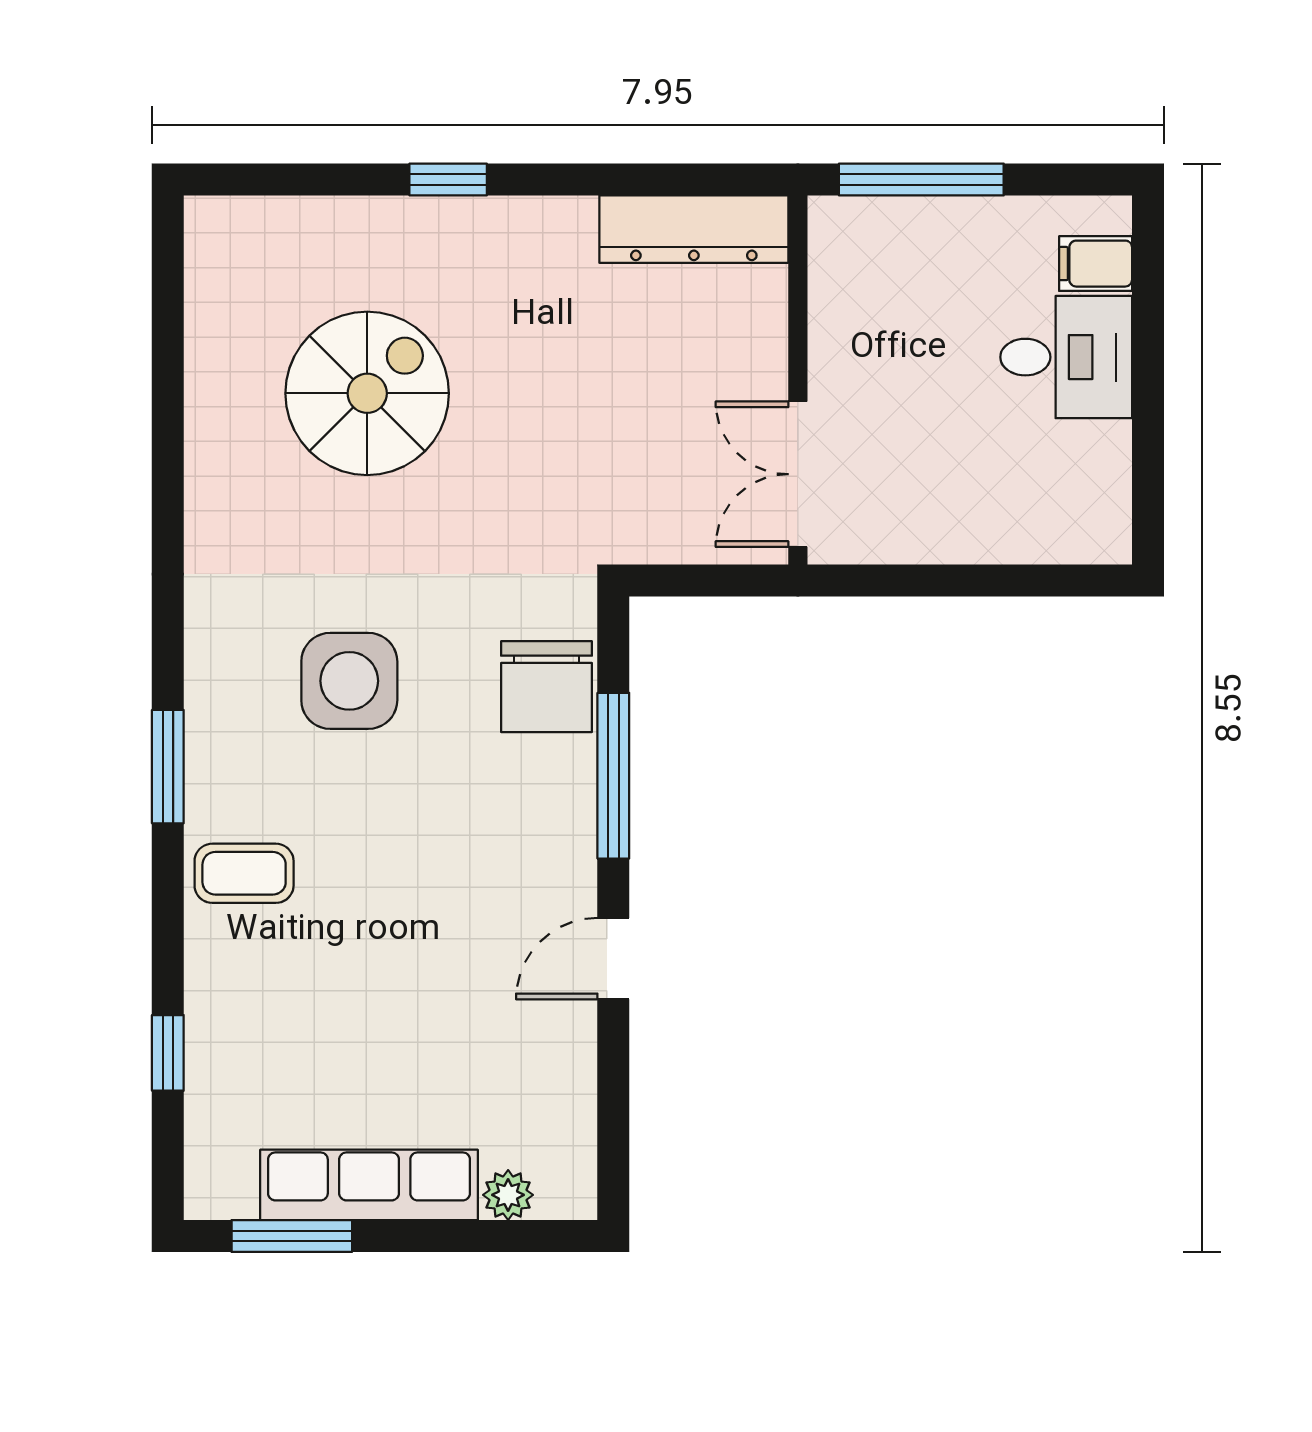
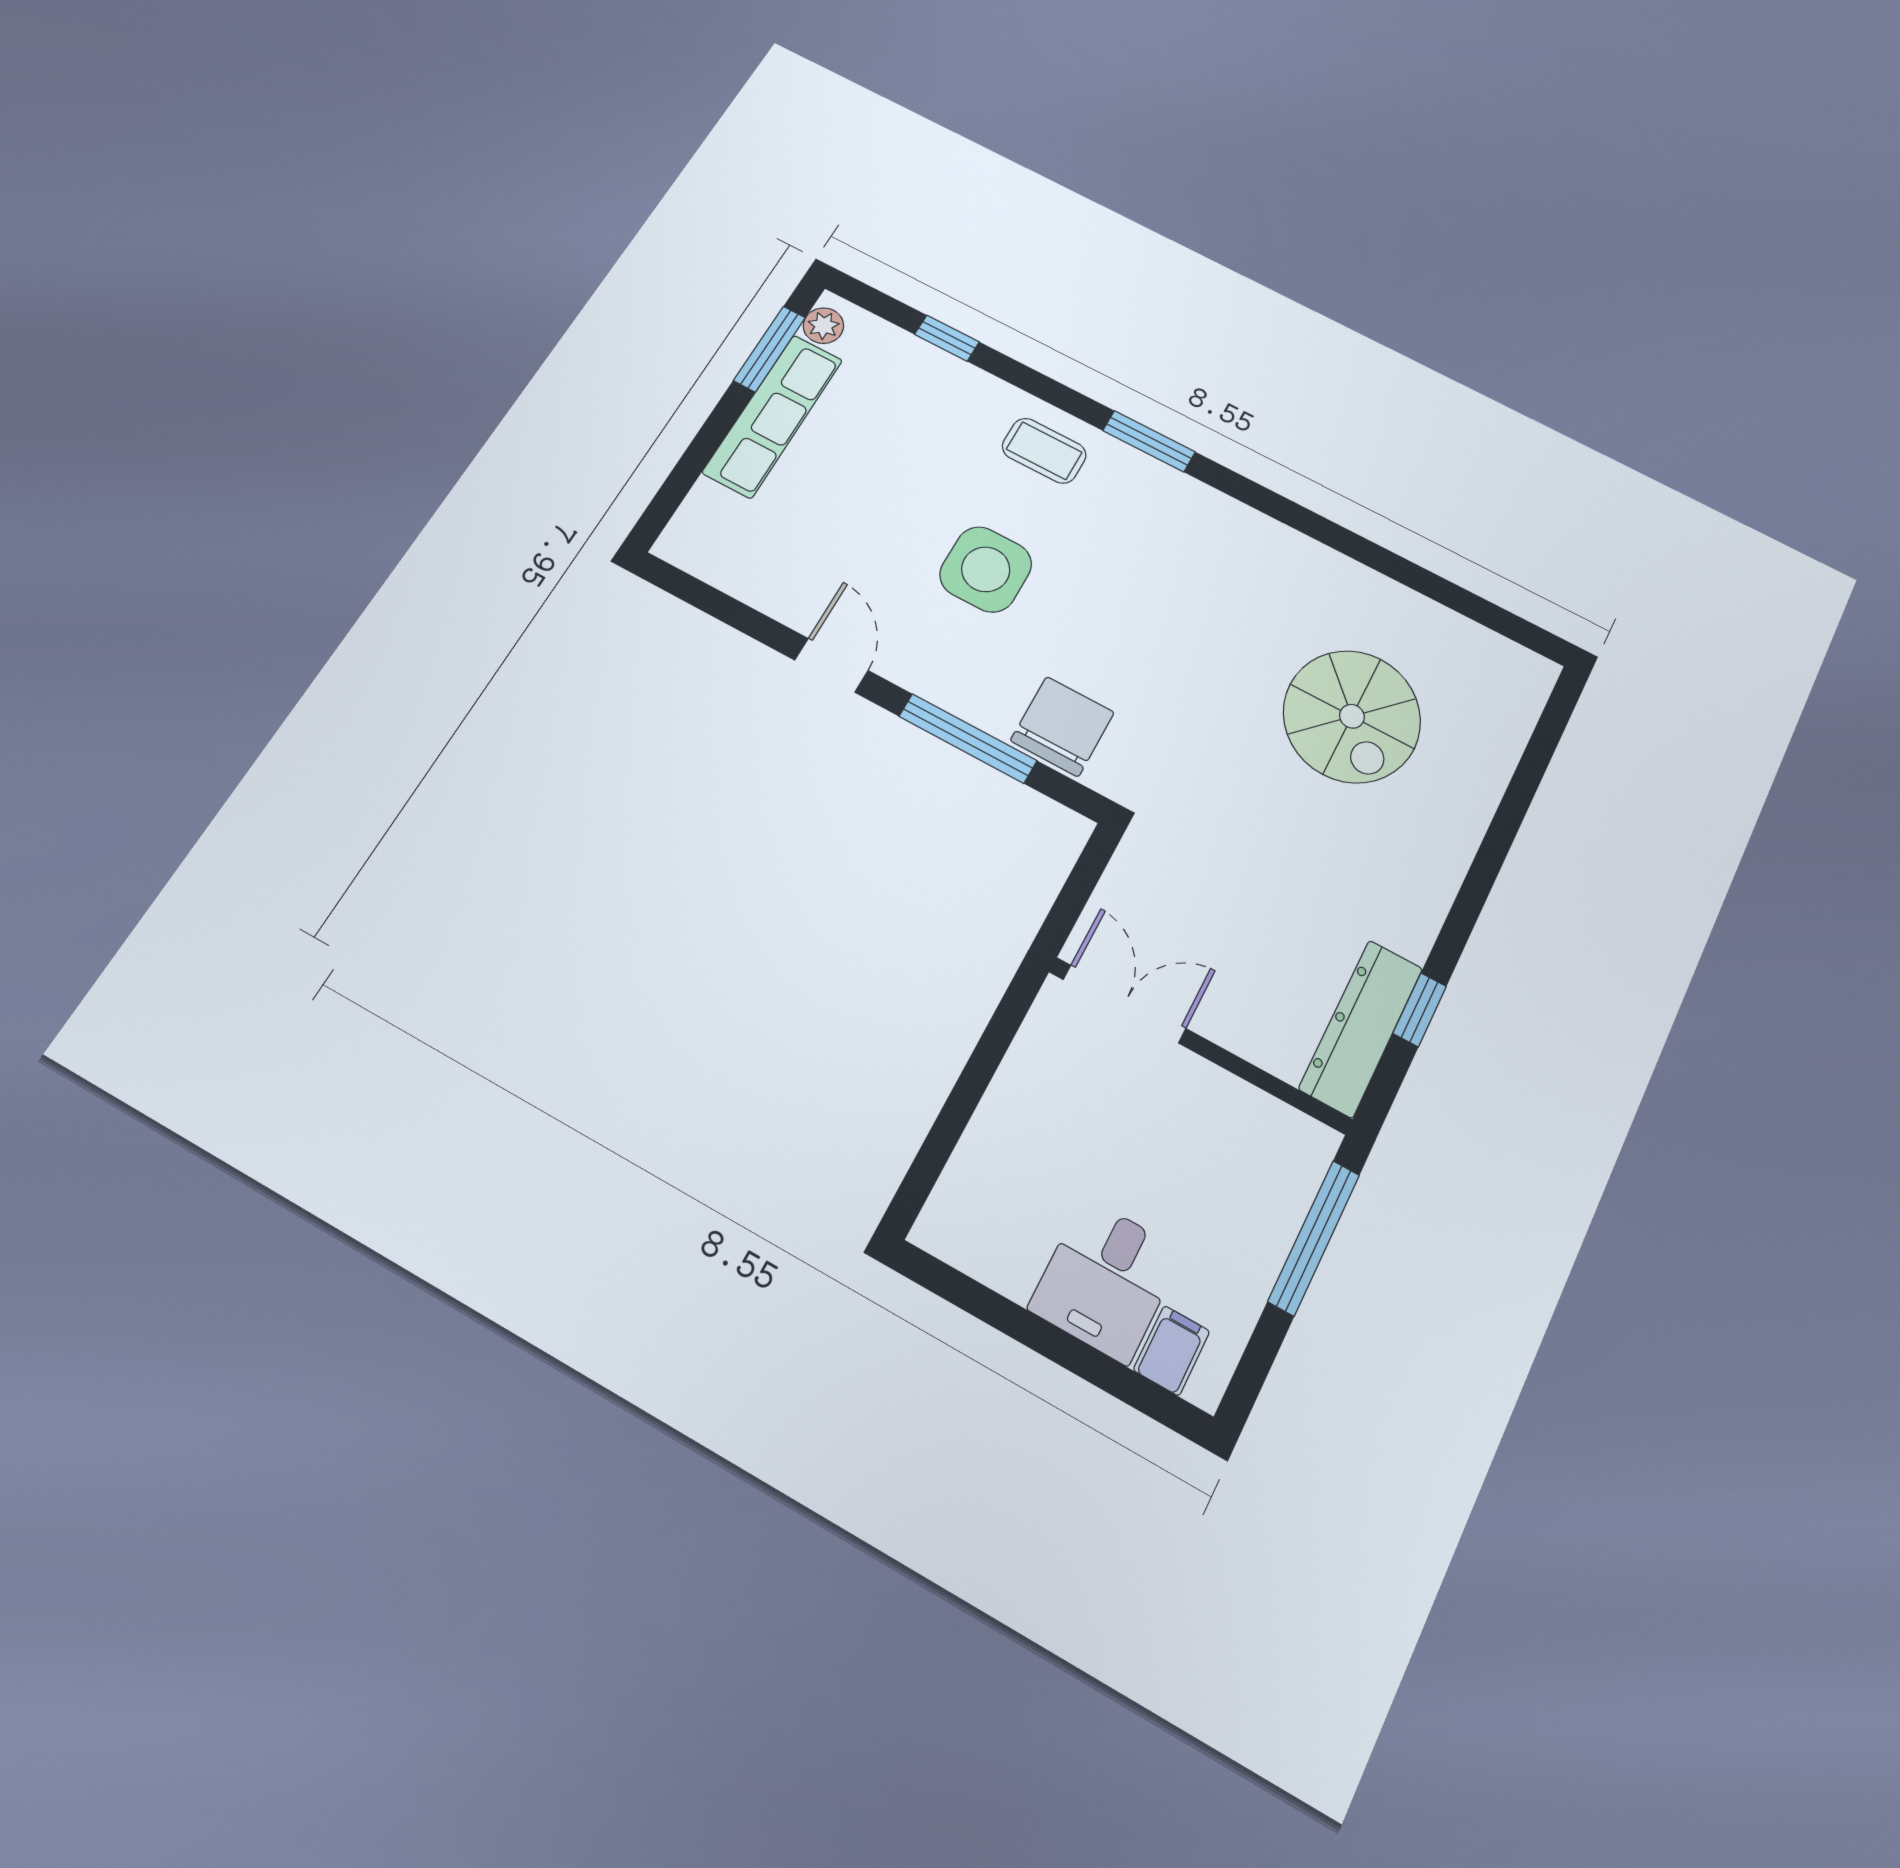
window: (448, 179) -> (1420, 1010), moved
side table: (349, 681) -> (986, 569), moved
chair: (546, 687) -> (1062, 726), turned 90
coffee table: (244, 873) -> (1044, 451), turned 90
plant: (508, 1195) -> (823, 326), moved

